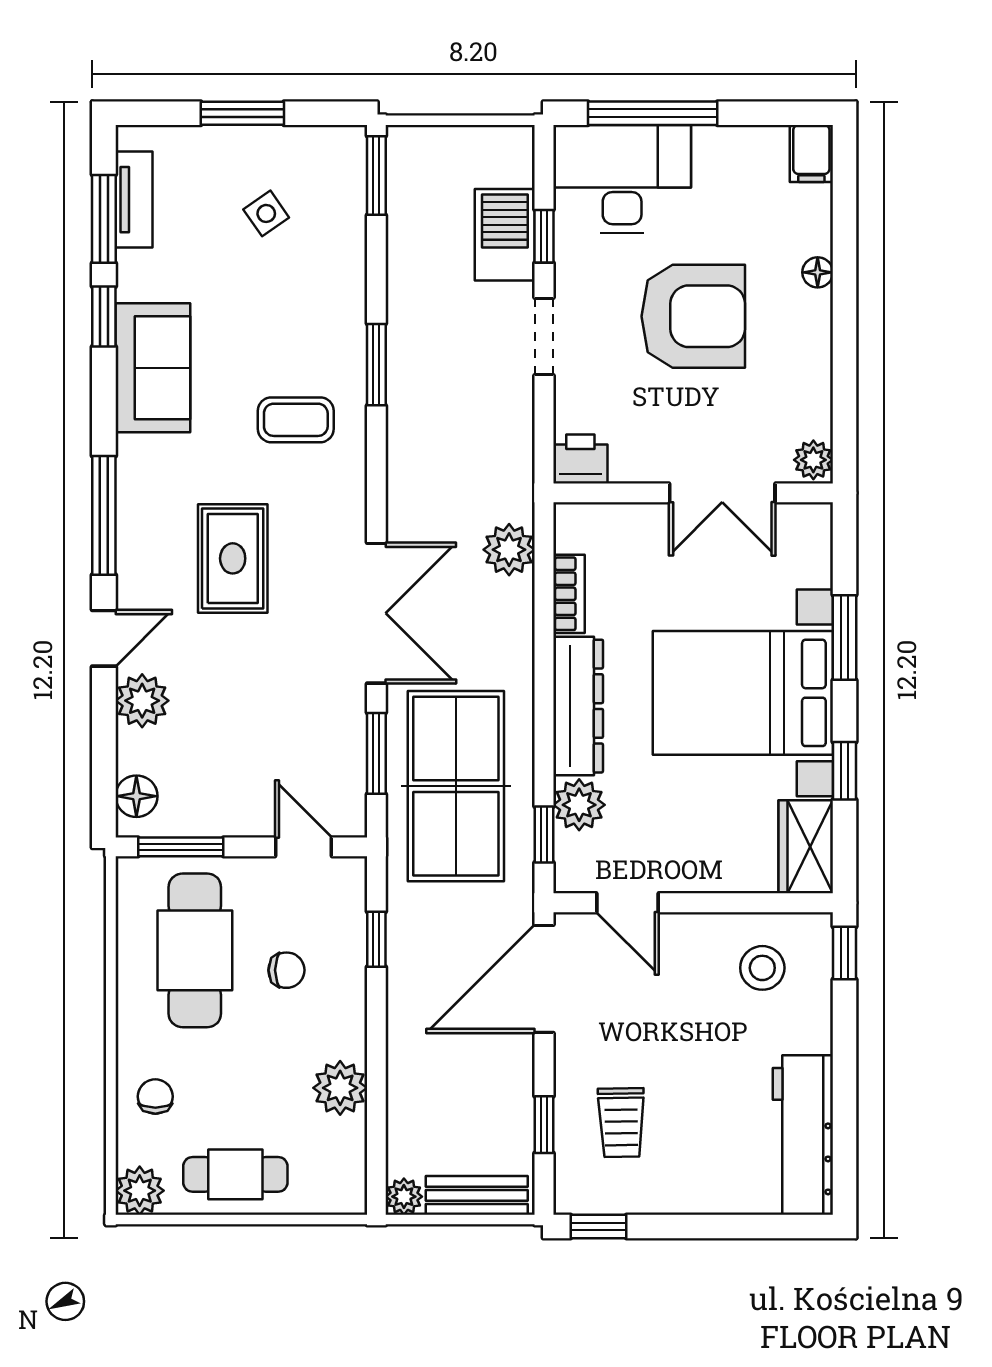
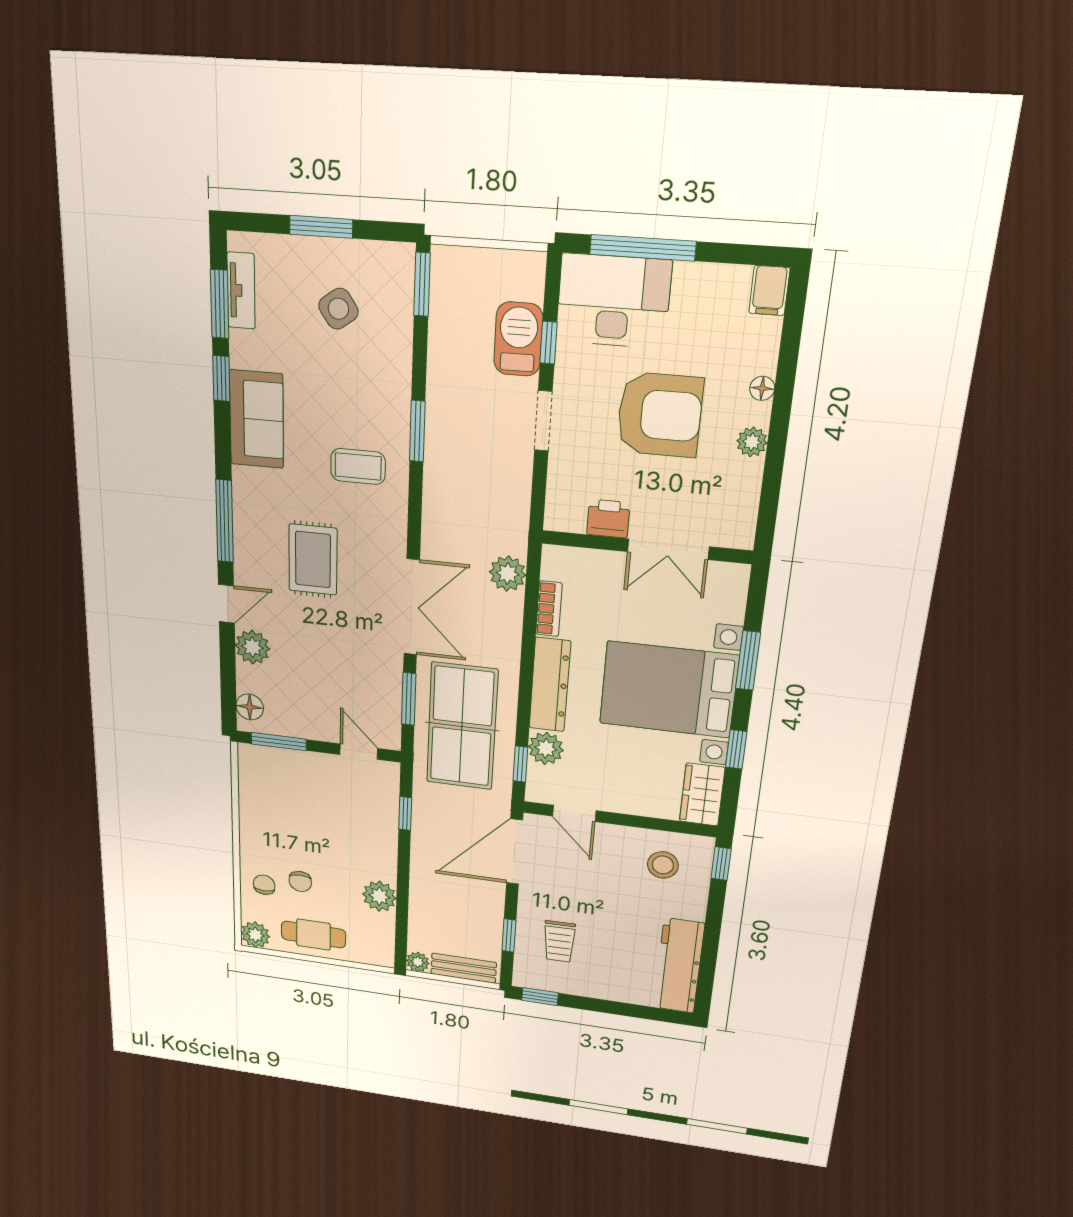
side table: (266, 213) -> (338, 309), width x1.37, depth x1.37
printer: (580, 459) -> (608, 519), moved
plant: (813, 460) -> (752, 442), moved
cafe table: (195, 950) -> (288, 805), removed
chair: (286, 970) -> (300, 882), moved, turned 90

